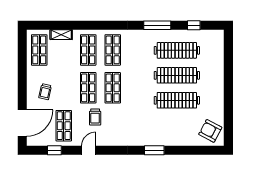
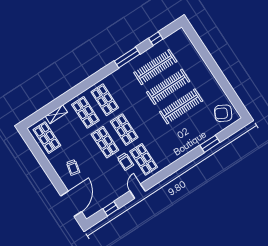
shop shelf: (64, 126) -> (144, 159), moved
window: (154, 150) -> (210, 144), moved

